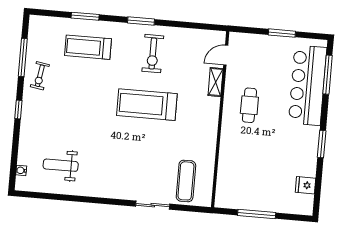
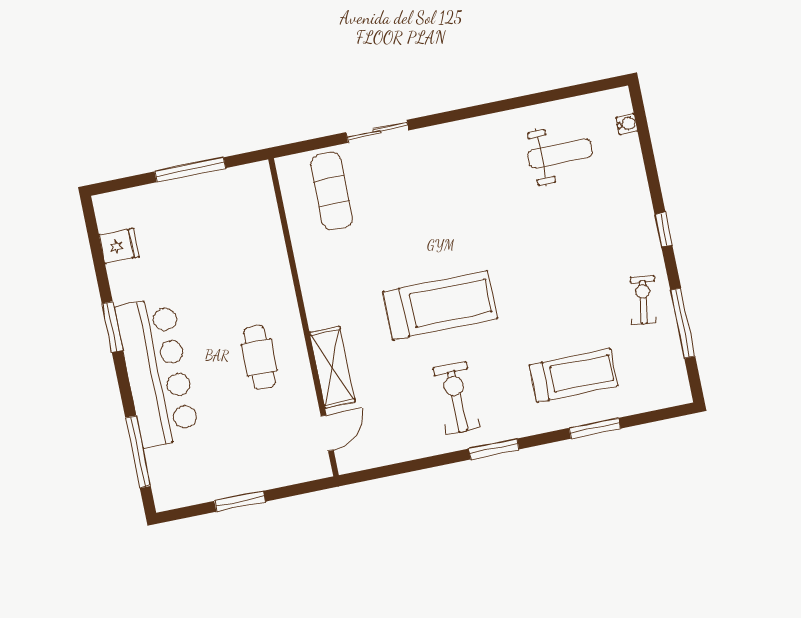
shelving: (216, 82) -> (332, 367), width x1.50, depth x1.33
bar counter: (308, 85) -> (157, 372), moved

